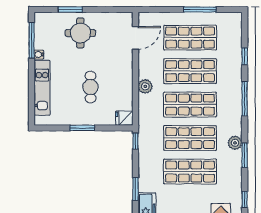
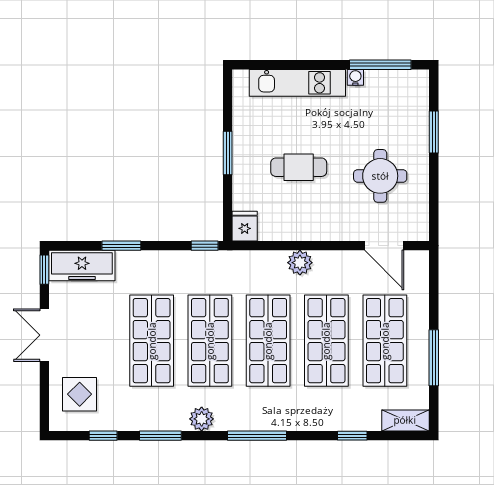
shelving: (236, 26) -> (405, 420), added
round table: (80, 33) -> (380, 176), moved
window: (245, 99) -> (257, 436), moved
window: (245, 155) -> (160, 436), moved

